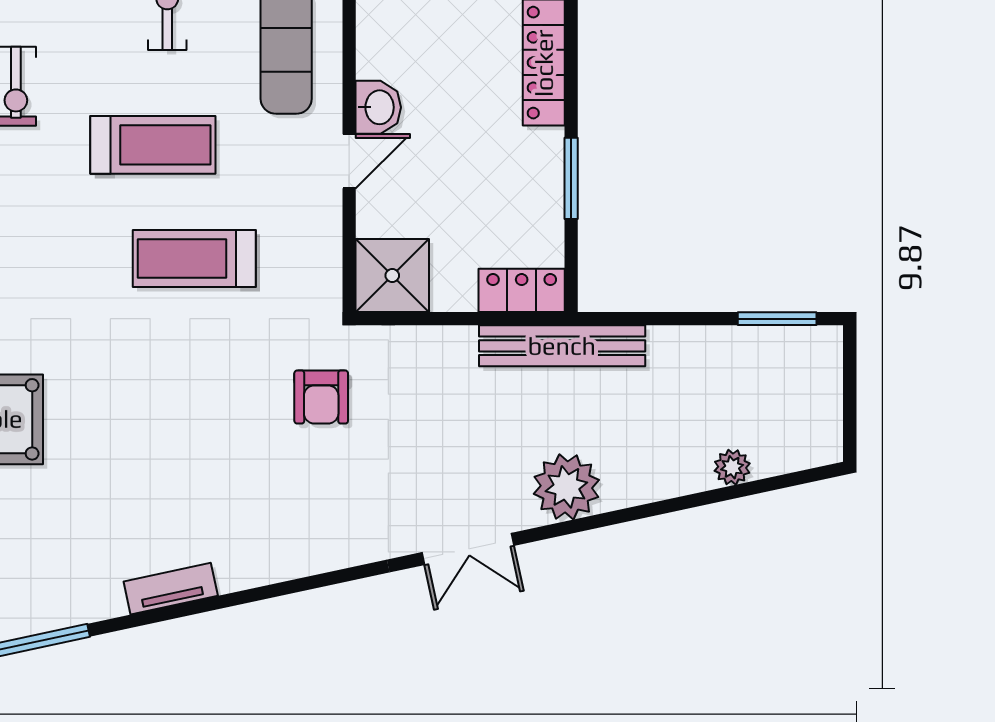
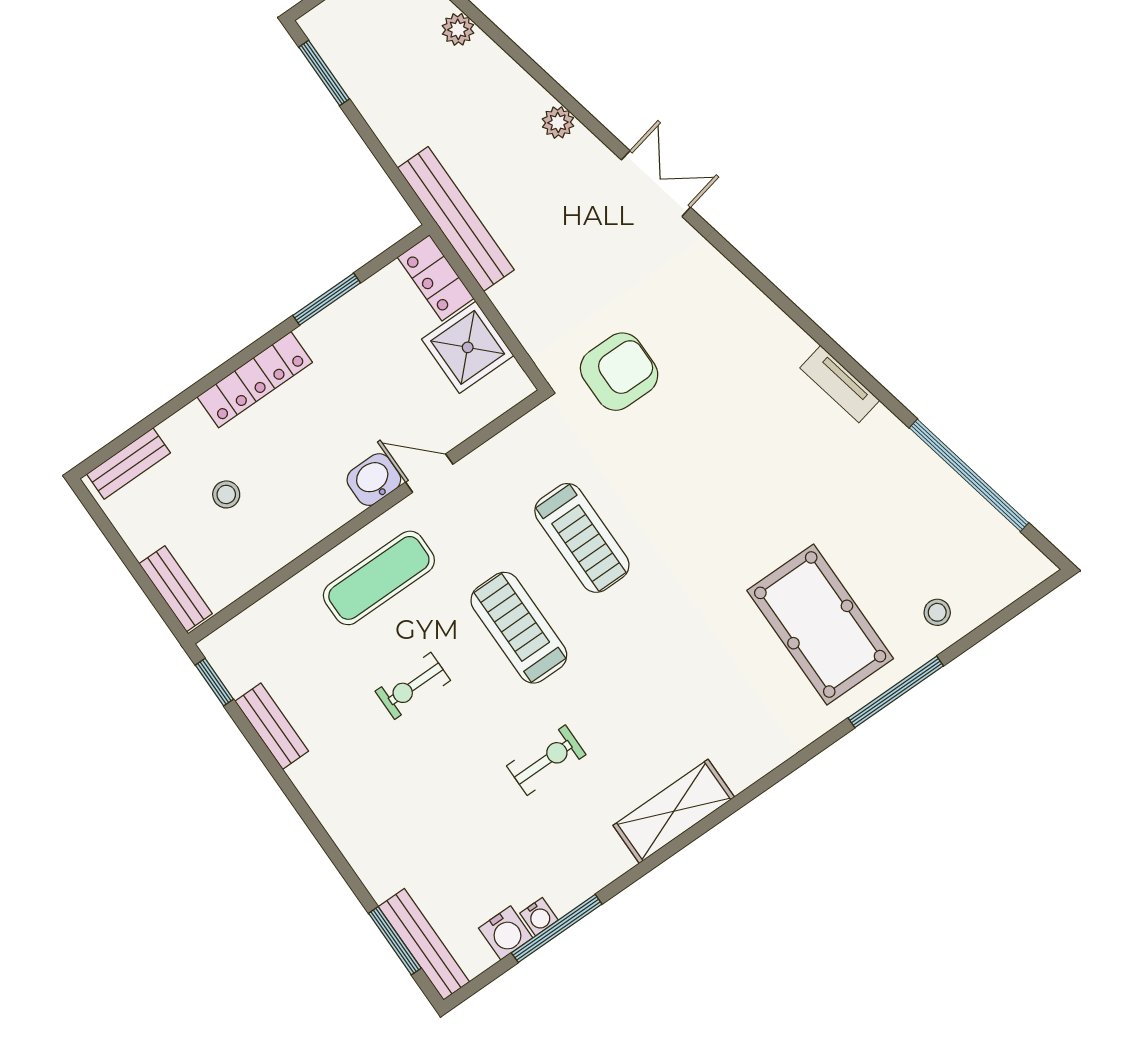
shower: (392, 275) -> (468, 347), moved
armchair: (321, 397) -> (619, 372), width x1.38, depth x1.38
plant: (566, 487) -> (558, 122), width x0.53, depth x0.53

